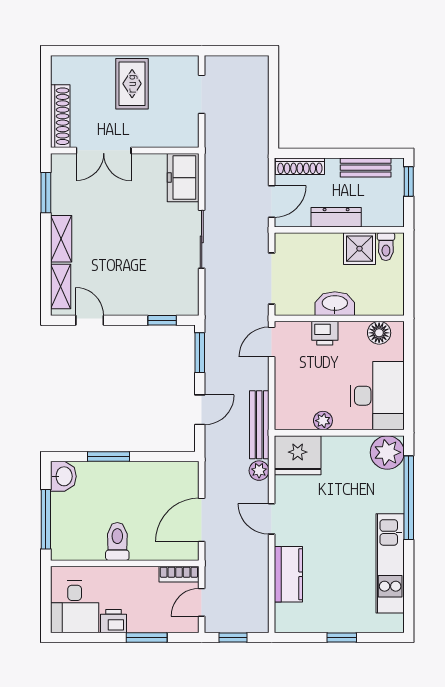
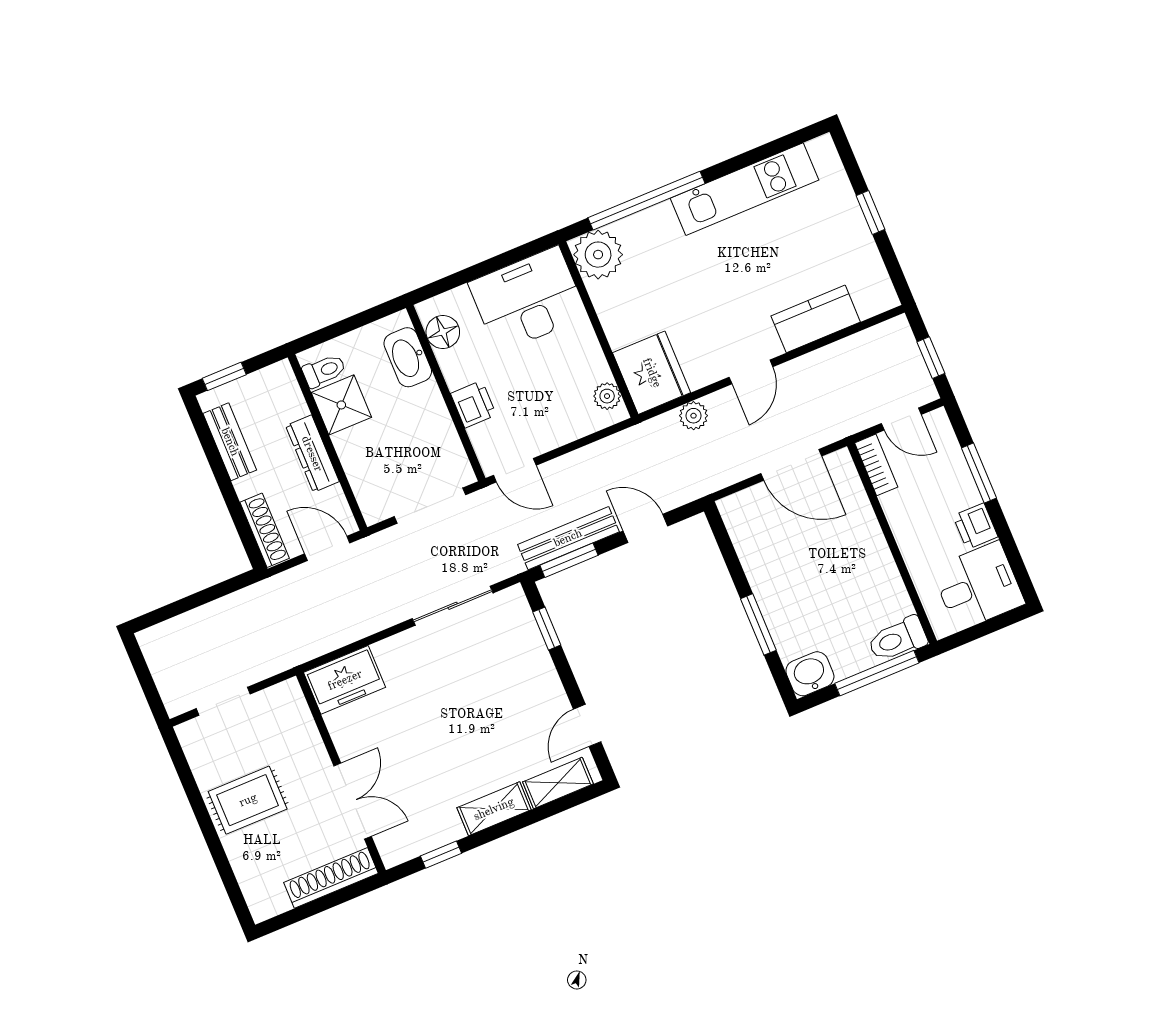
window: (46, 193) -> (441, 855), width x0.67
sliding door: (202, 239) -> (453, 606), moved
washbasin: (335, 304) -> (408, 357), moved
plant: (323, 421) -> (607, 396), moved
bench: (259, 425) -> (568, 538), moved
toilet: (117, 541) -> (898, 639), moved

